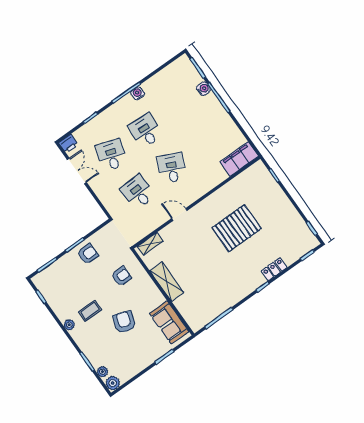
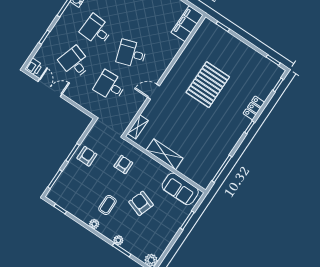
desk: (172, 168) -> (131, 54), turned -42
plant: (102, 372) -> (118, 240), moved

